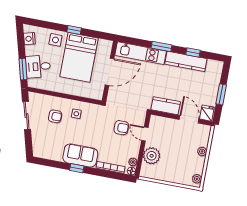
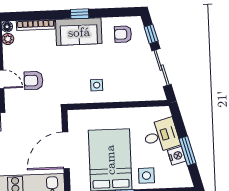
nightstand: (29, 39) -> (177, 156), moved
window: (23, 69) -> (188, 151), moved
armchair: (55, 116) -> (123, 34), moved
window: (28, 142) -> (151, 34), added

